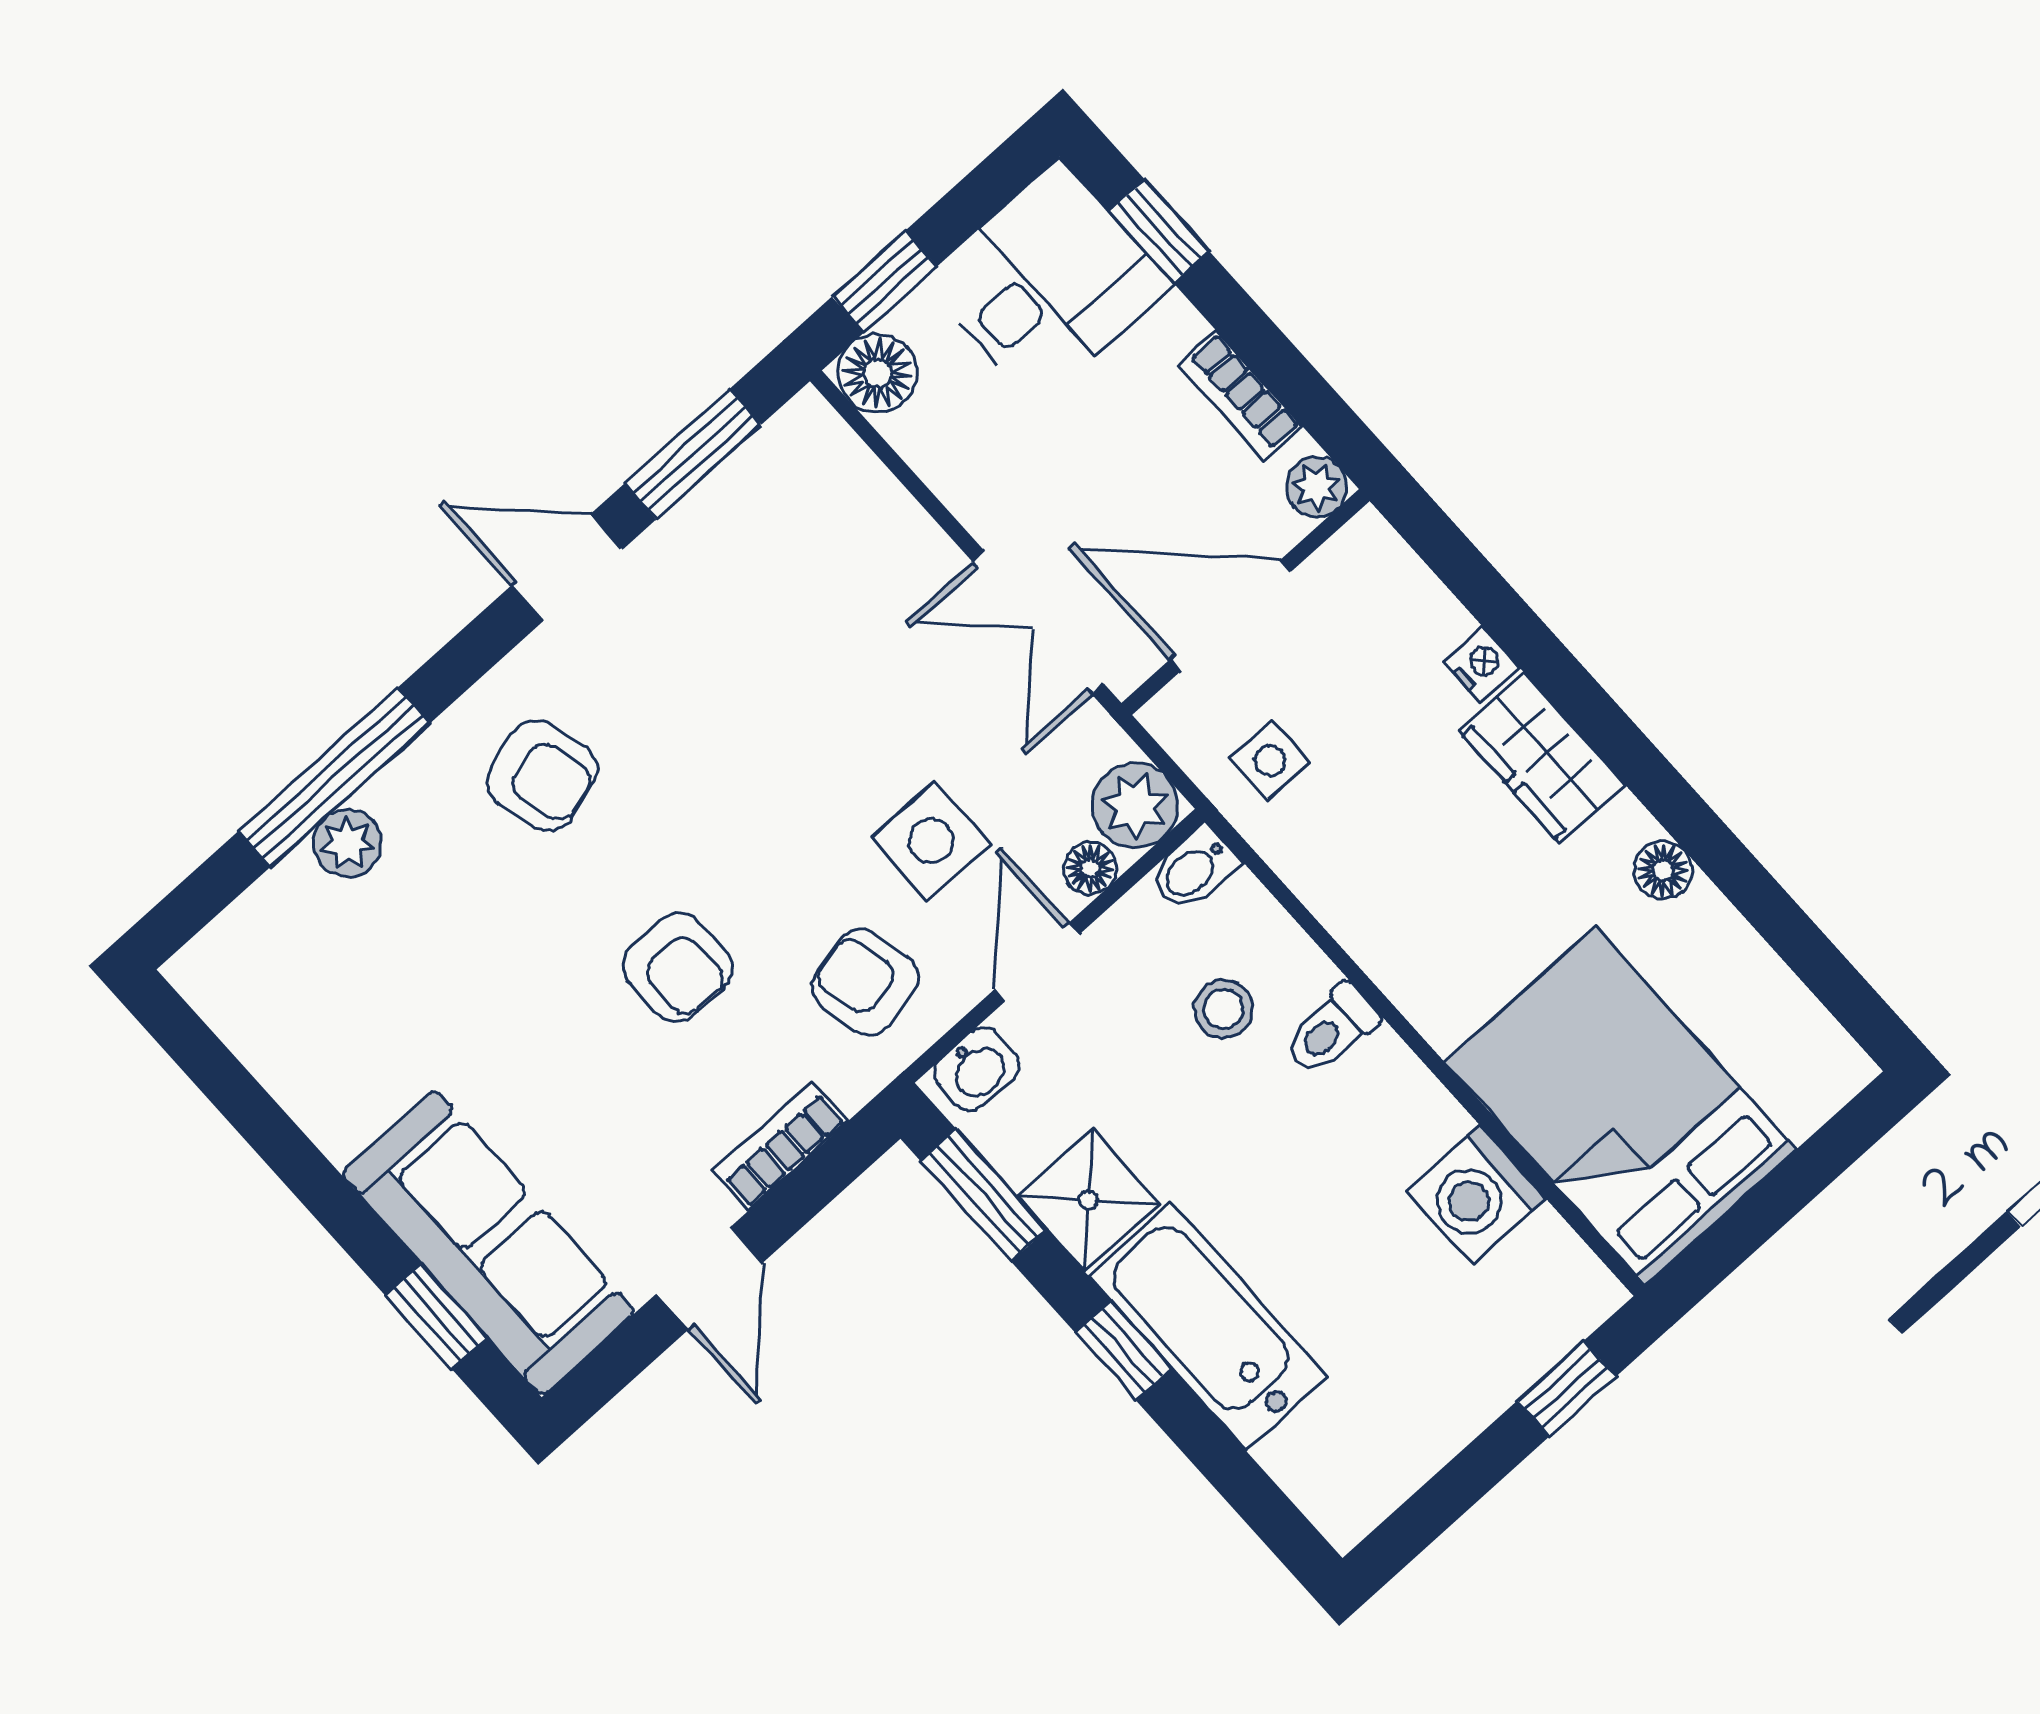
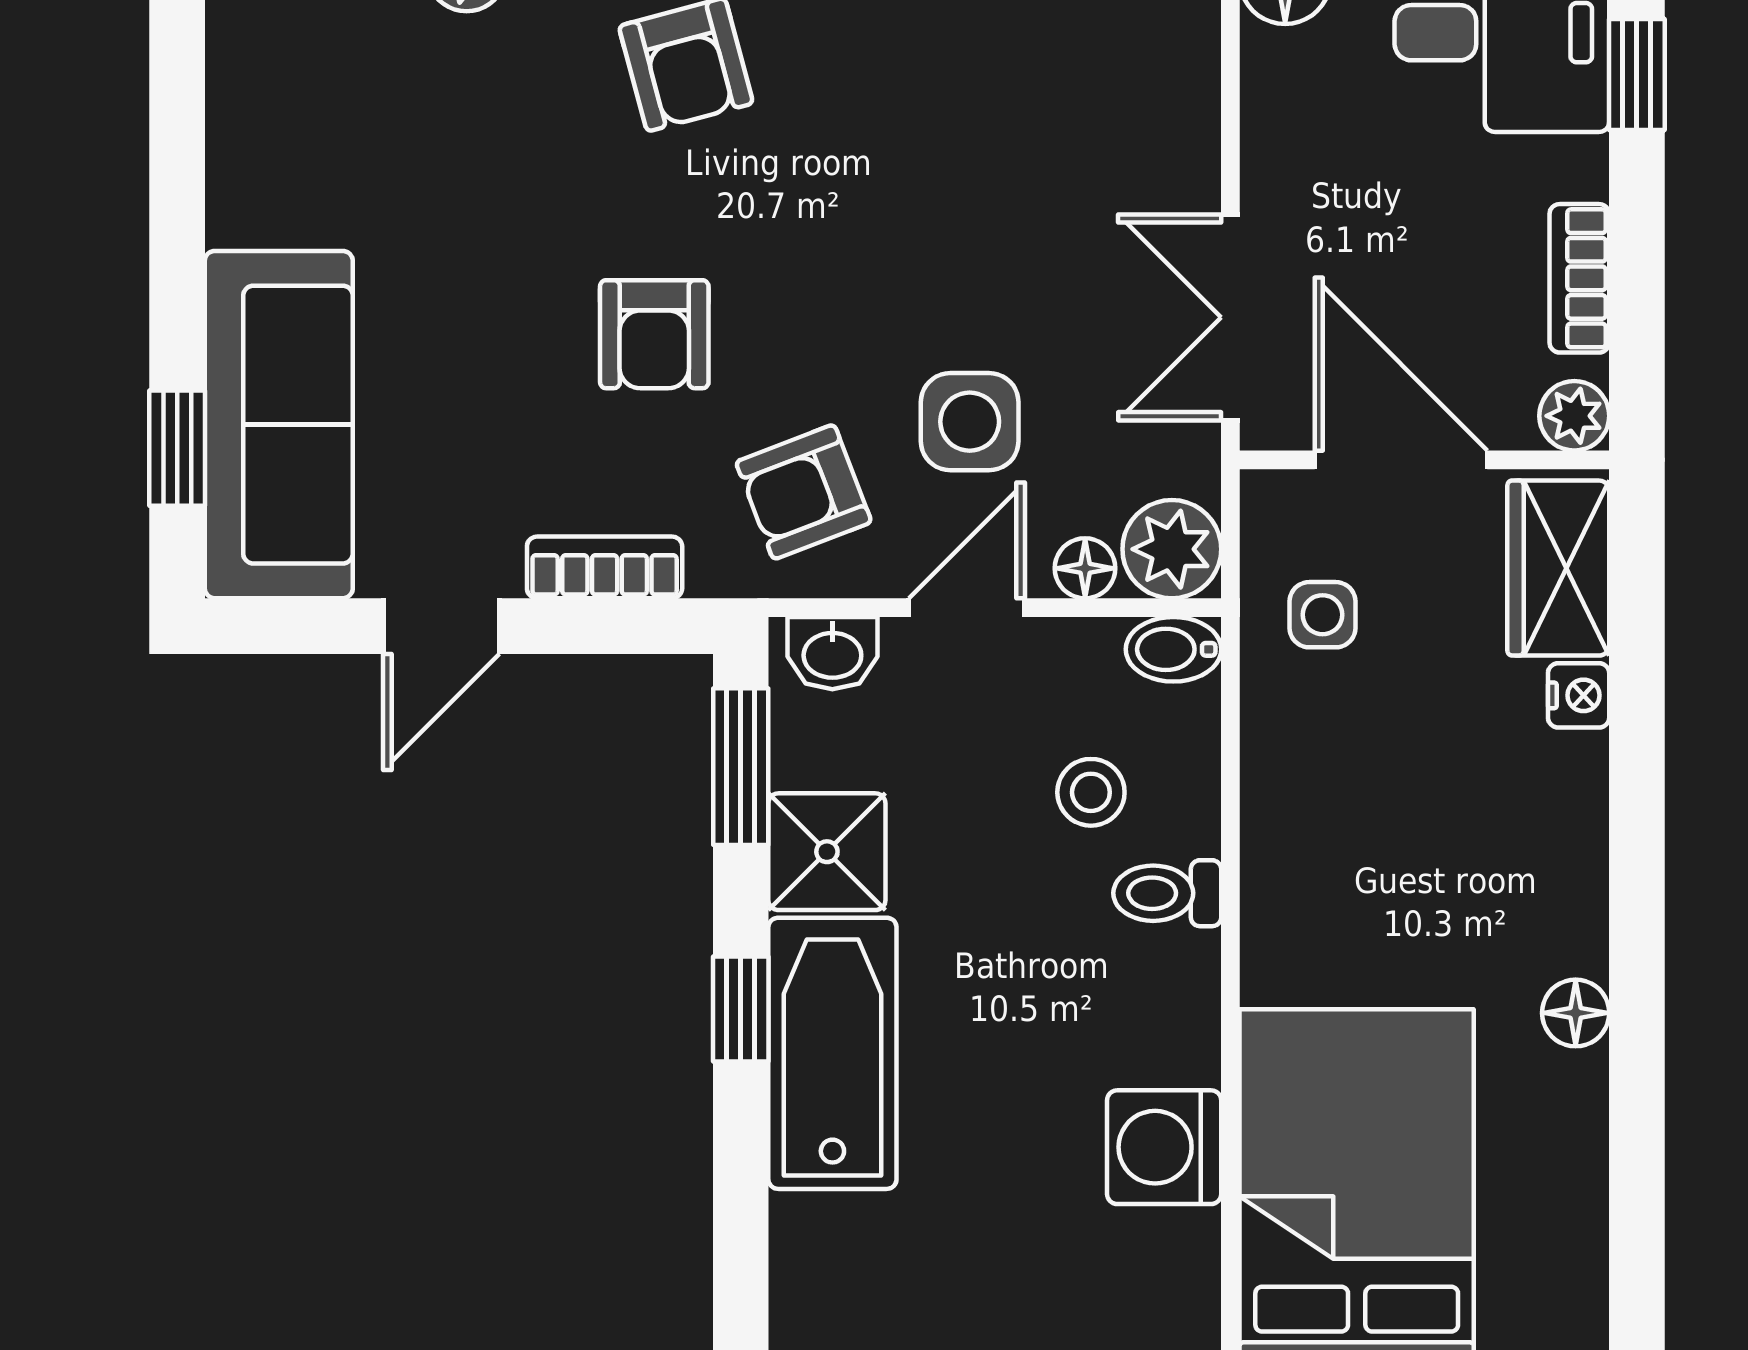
wardrobe: (1542, 758) -> (1558, 568), moved
armchair: (865, 982) -> (804, 492), turned -98

